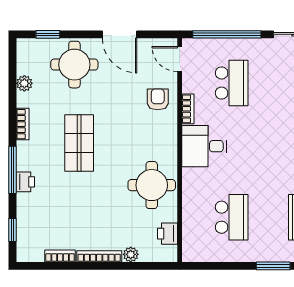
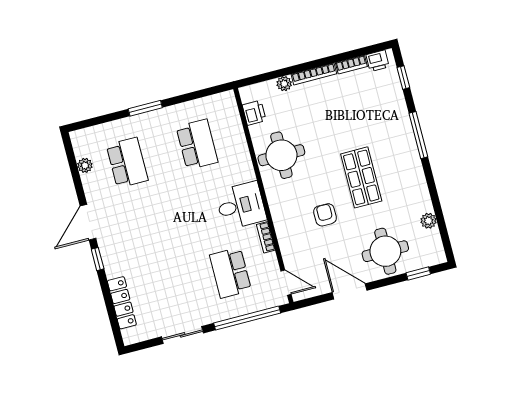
armchair: (158, 99) -> (325, 215), moved, turned 180
bookcase: (23, 124) -> (420, 181), removed
printer: (25, 182) -> (378, 61), moved, turned -90
school desk: (232, 217) -> (197, 144), turned 180

